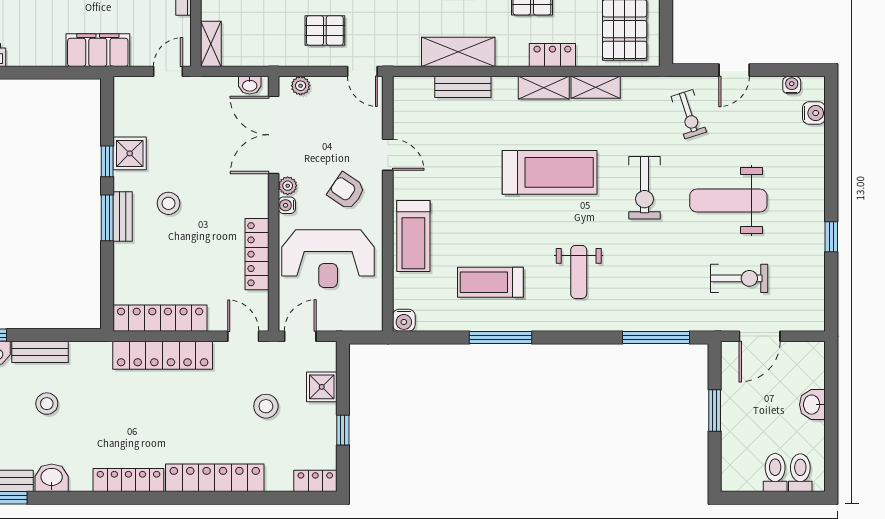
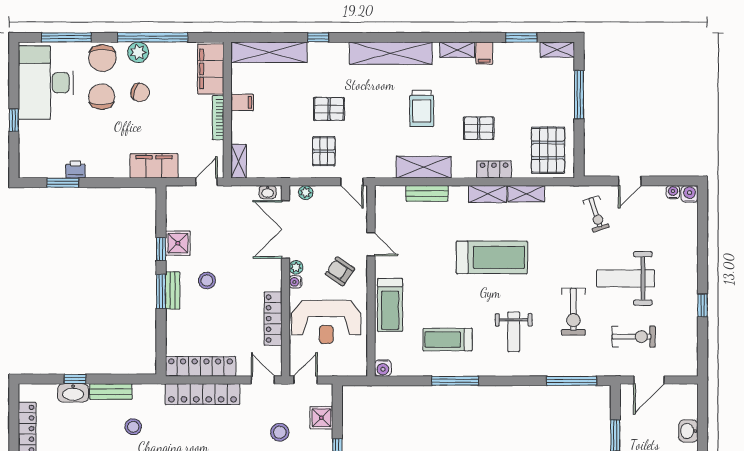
pallet: (325, 30) -> (324, 151), turned 90
water cooler: (814, 113) -> (690, 194), moved, turned -90
exercise bike: (645, 188) -> (573, 312), moved
stool: (47, 404) -> (133, 427), moved

